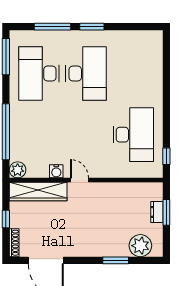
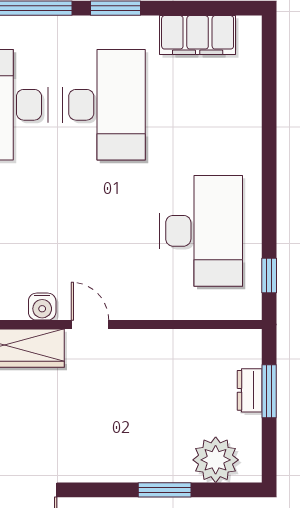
filing cabinet: (132, 40) -> (198, 35), added

